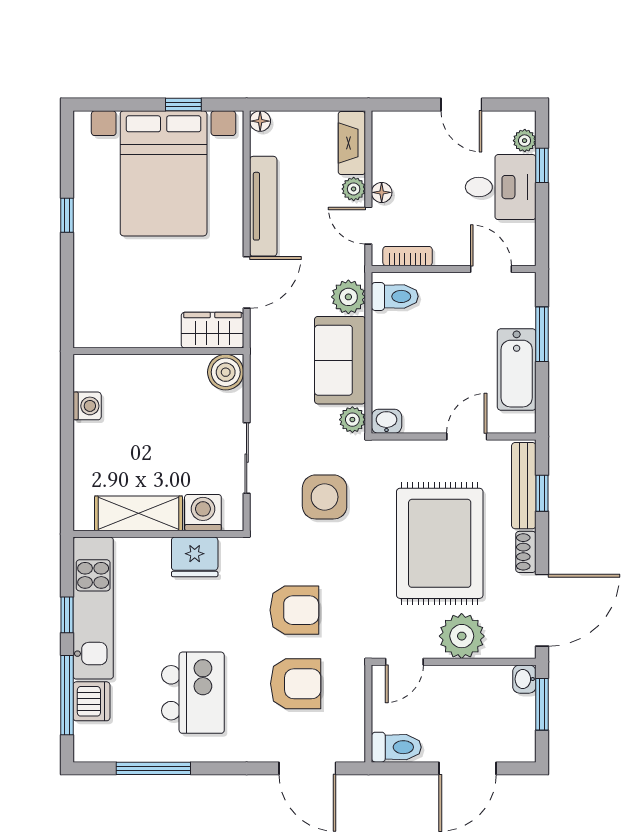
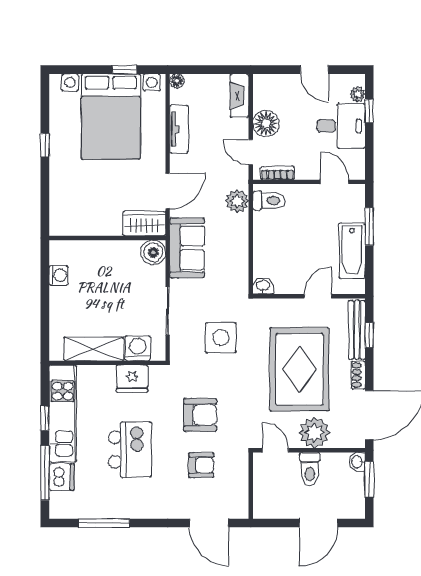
plant: (354, 189) -> (241, 127), removed
floor lamp: (382, 192) -> (266, 123), width x1.89, depth x1.89
tv unit: (263, 206) -> (179, 129), width x0.71
sofa: (340, 360) -> (187, 248), moved, turned 180
plant: (352, 420) -> (240, 285), removed
door: (404, 662) -> (275, 450), swing flipped
armchair: (296, 684) -> (201, 465), width x0.72, depth x0.72
kitchen island: (193, 693) -> (130, 450), moved
toilet: (396, 747) -> (310, 469), moved, turned 90

